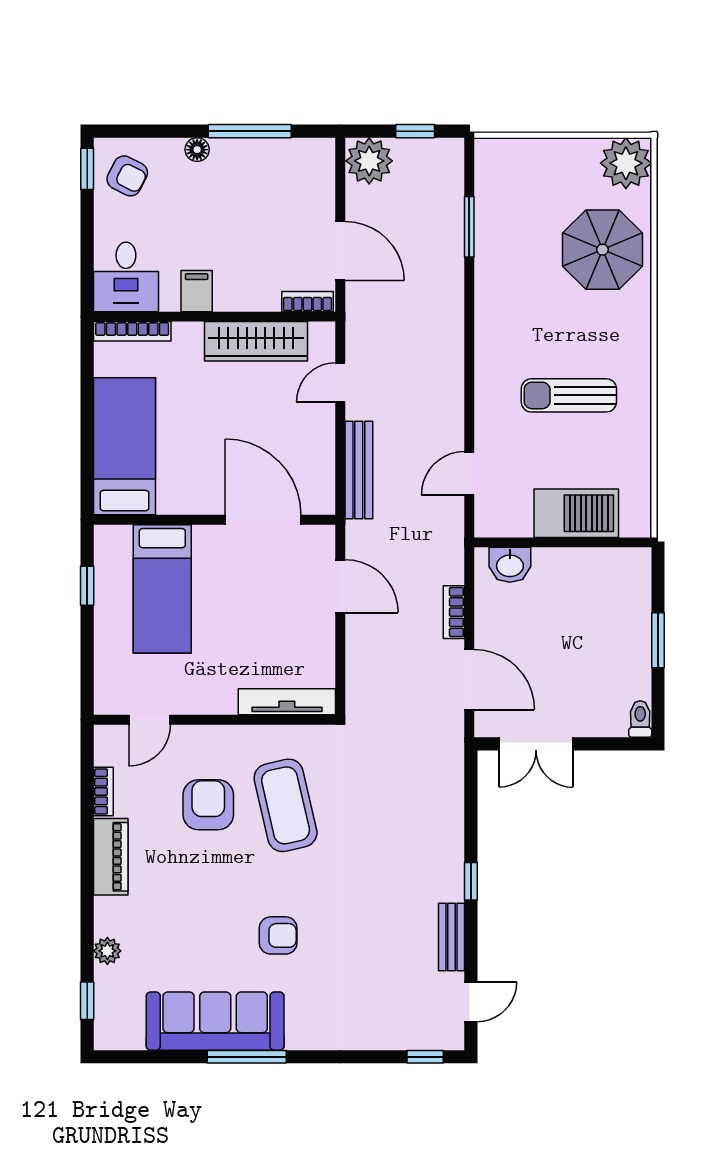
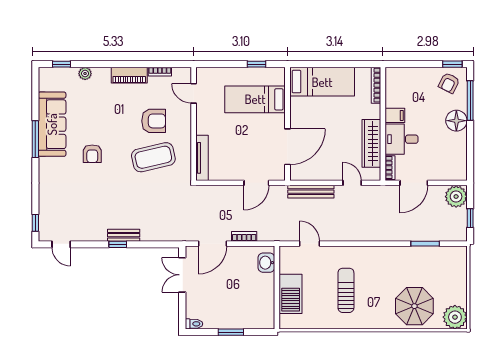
window: (250, 131) -> (470, 101), moved
floor lamp: (197, 150) -> (456, 121), width x1.89, depth x1.89
desk: (126, 277) -> (402, 139), moved
bench: (452, 937) -> (124, 235), moved

